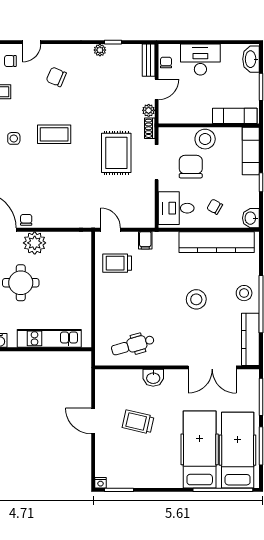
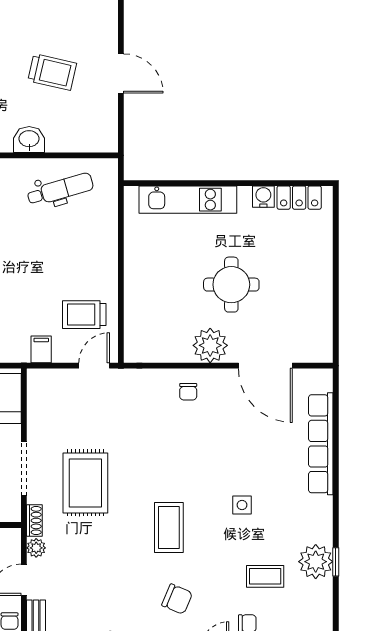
coffee table: (54, 134) -> (169, 527), moved, turned 90
chair: (26, 220) -> (188, 392), moved
door: (111, 230) -> (94, 366), swing flipped
trolley: (117, 263) -> (84, 315), turned 180

